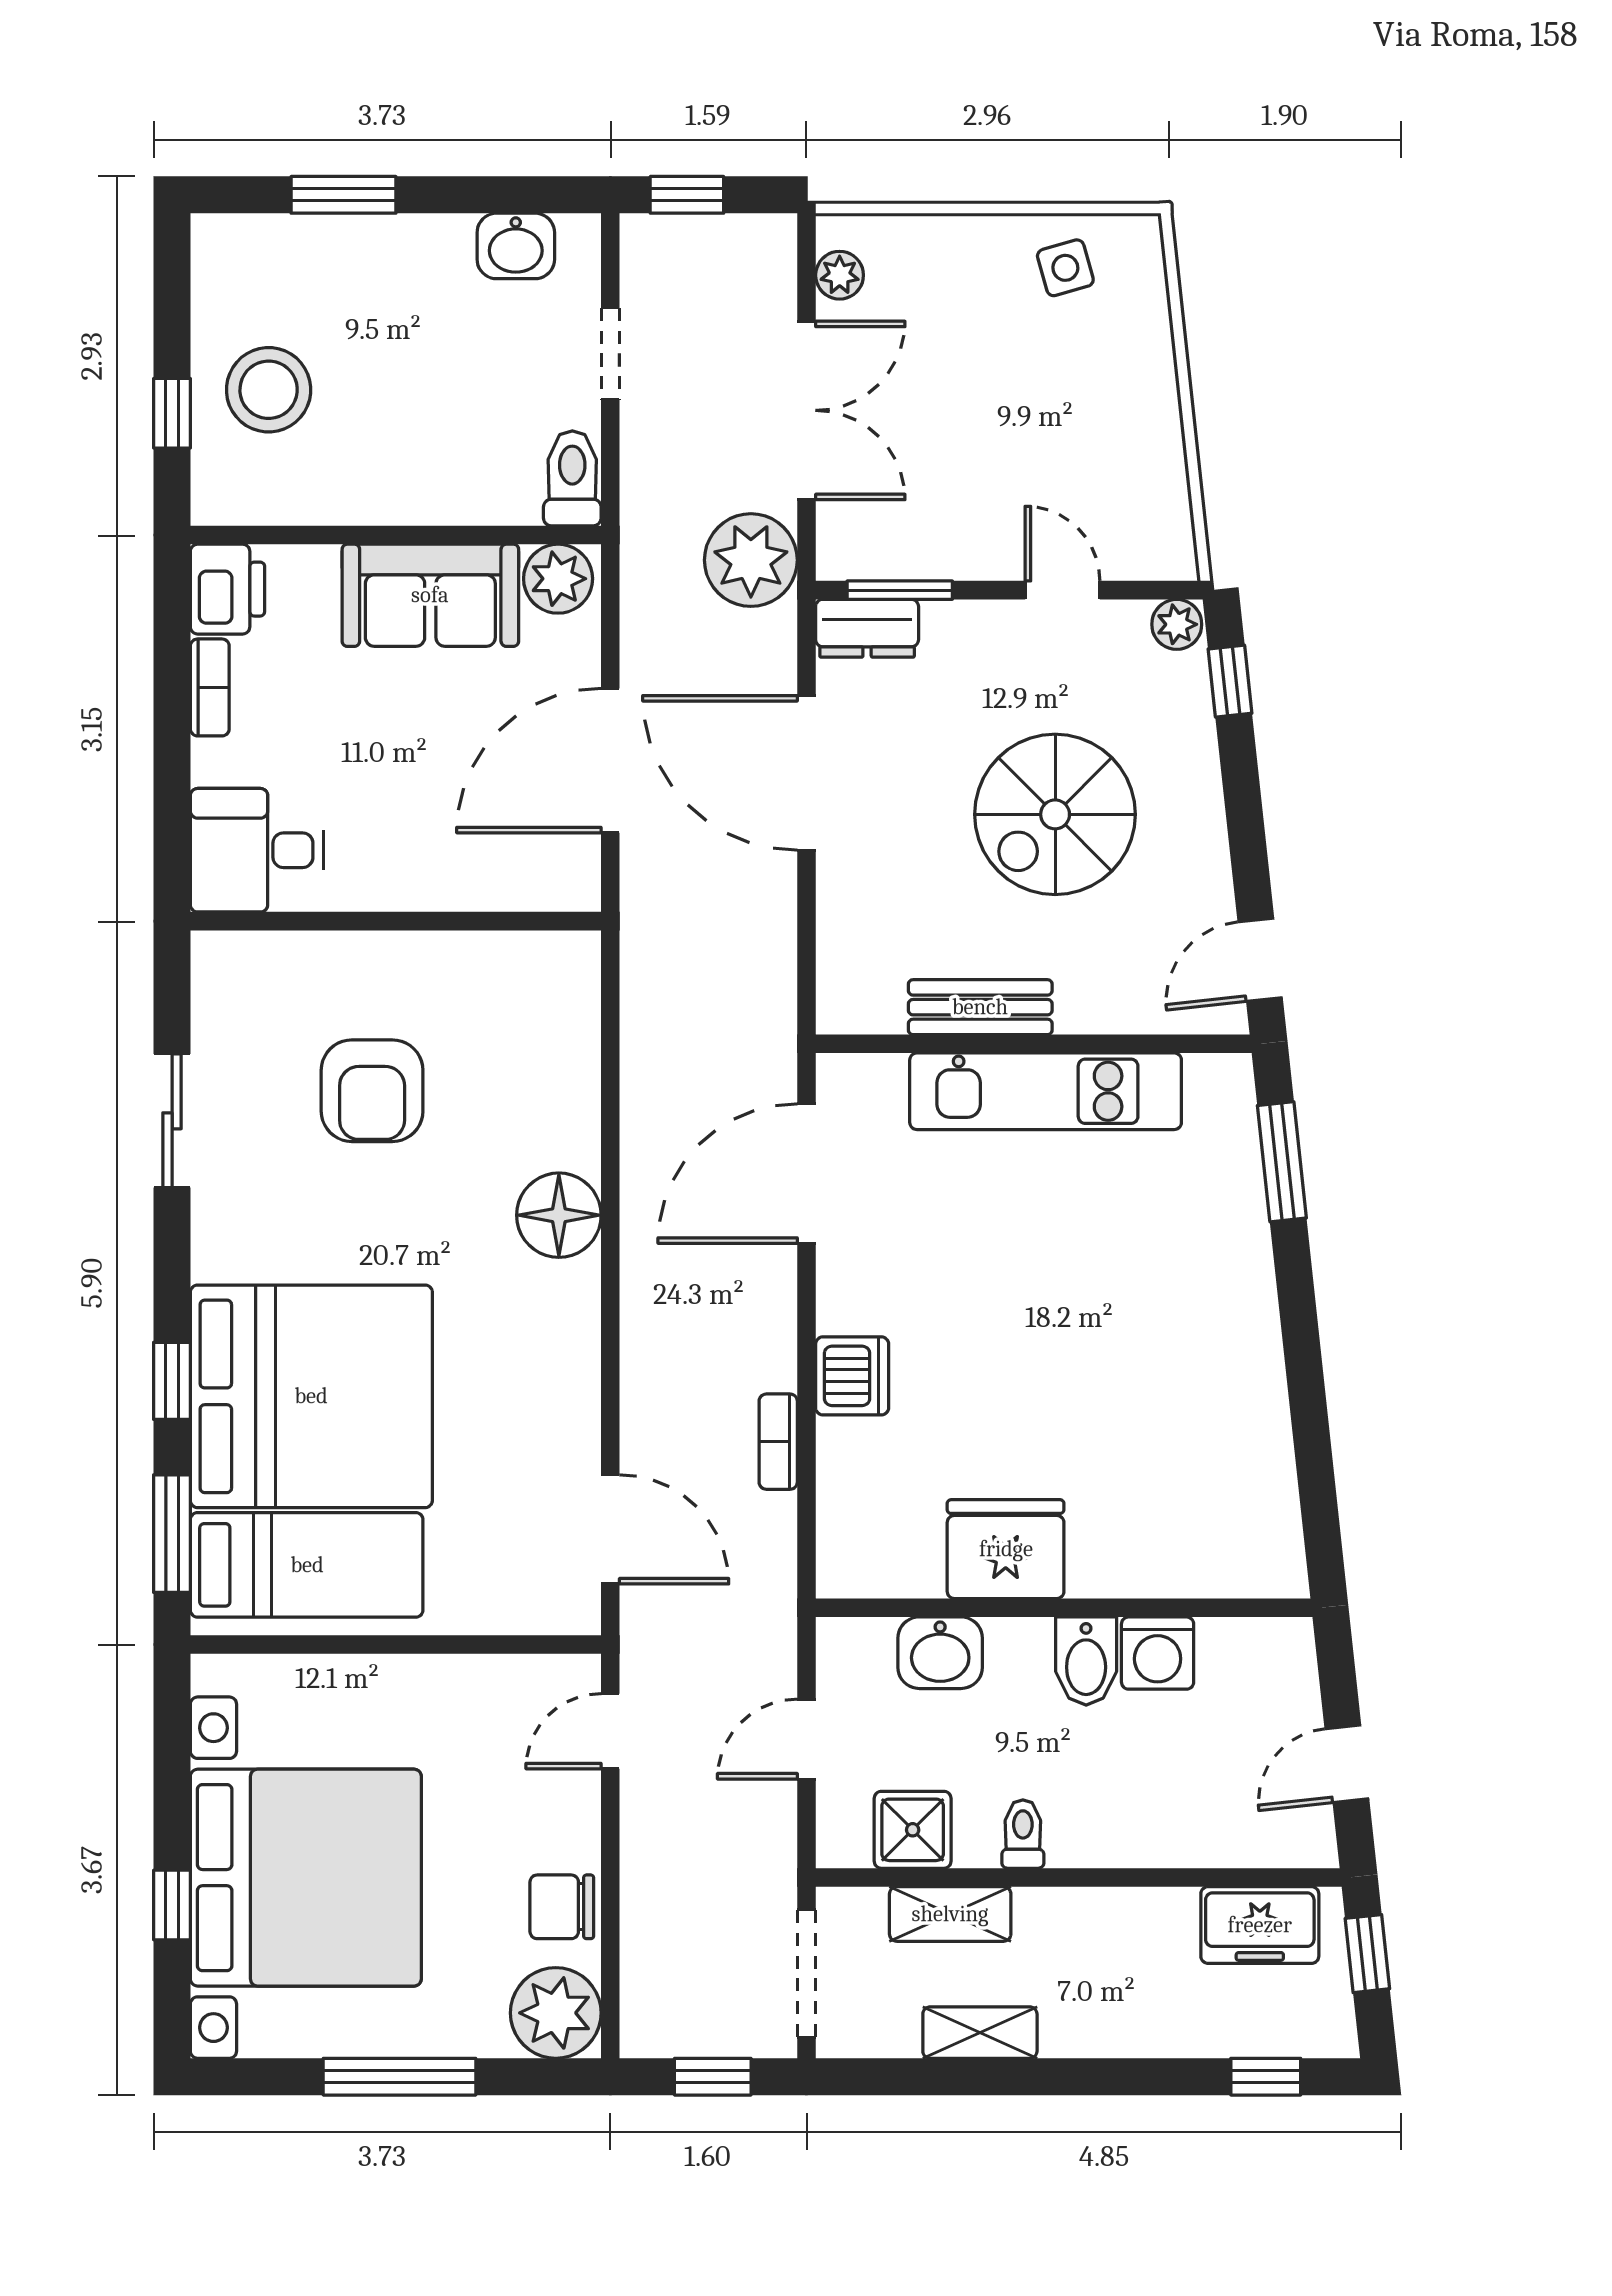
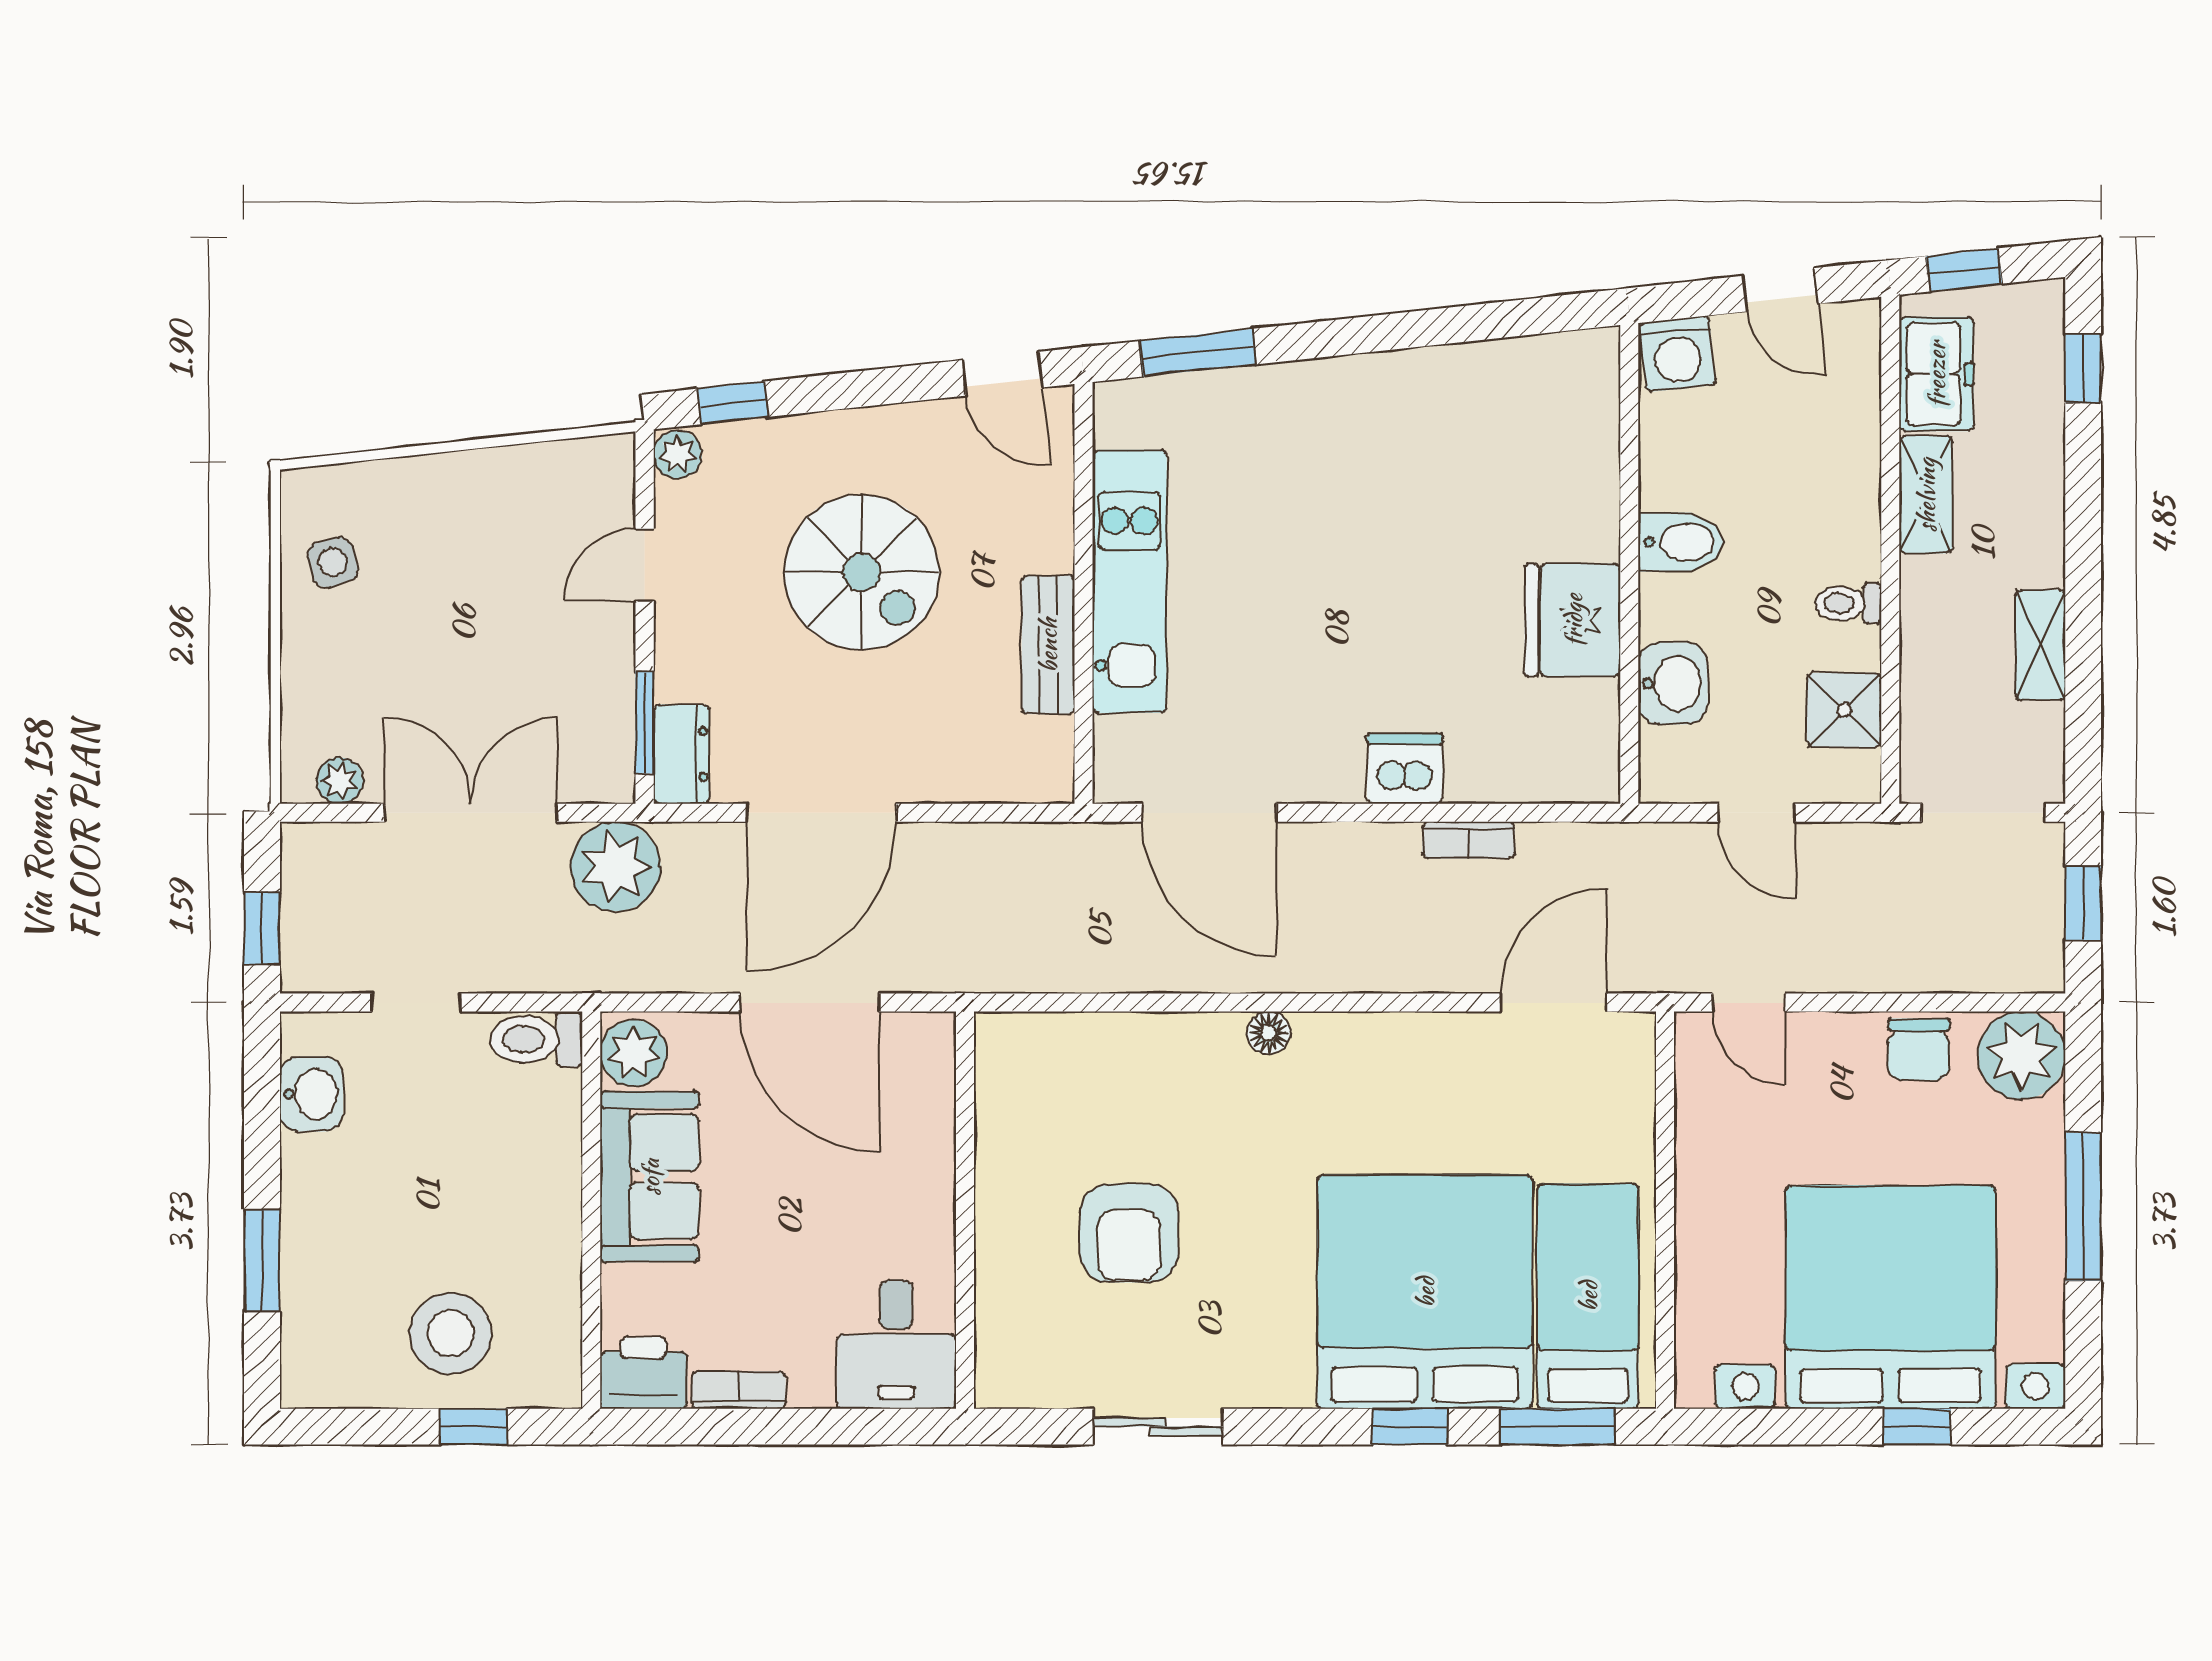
armchair: (372, 1091) -> (1129, 1233), turned 90
floor lamp: (559, 1215) -> (1269, 1033), width x0.53, depth x0.53
washing machine: (1158, 1653) -> (1678, 354), moved, turned 84
shelving: (950, 1914) -> (1926, 495), moved

